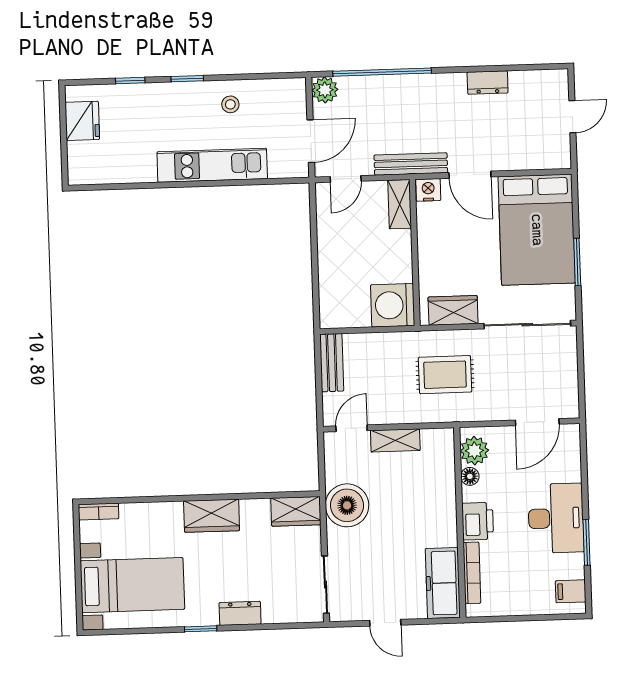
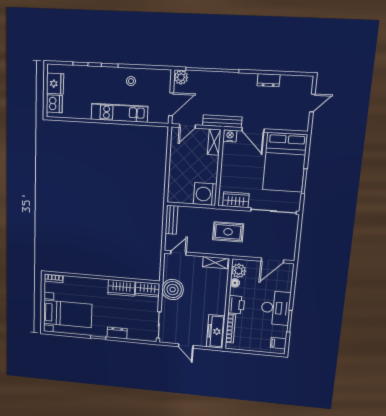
dishwasher: (83, 159) -> (54, 104), added
shelving: (395, 440) -> (215, 263), moved
wardrobe: (212, 516) -> (121, 288), moved

